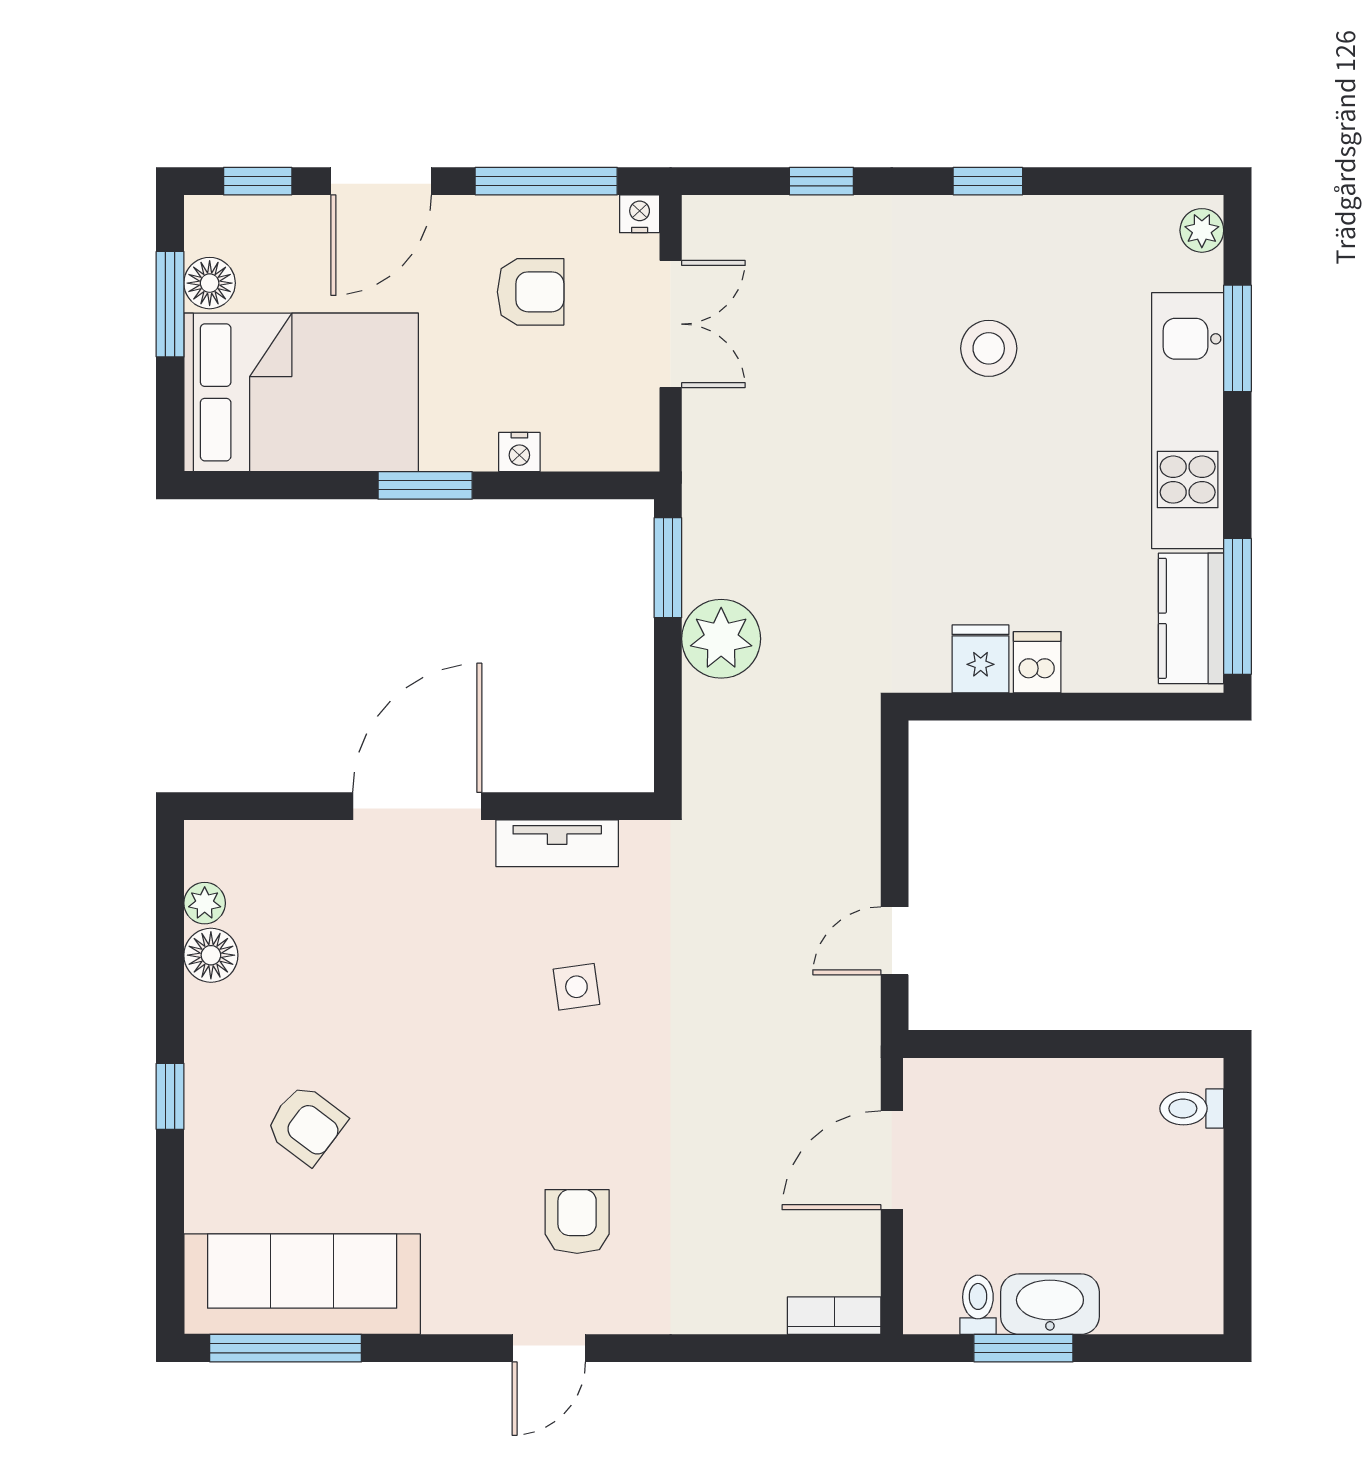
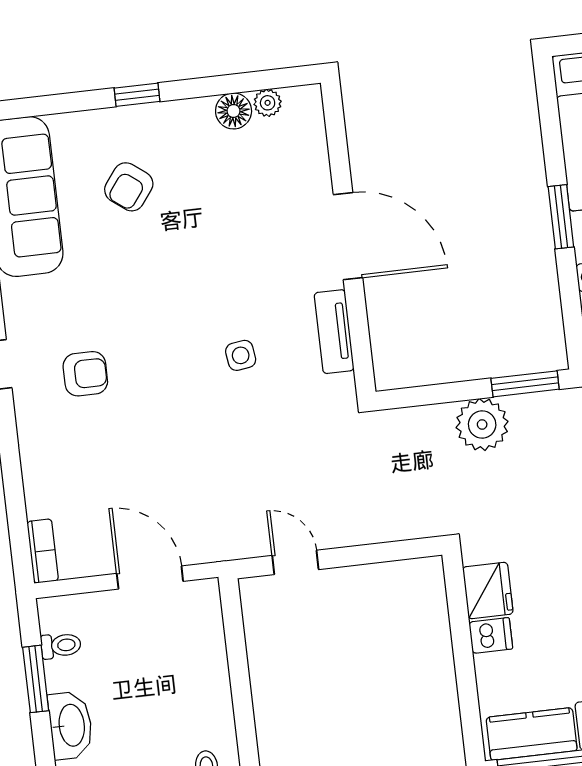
fridge: (981, 659) -> (488, 590), width x1.38
washbasin: (1050, 1304) -> (71, 725), moved

